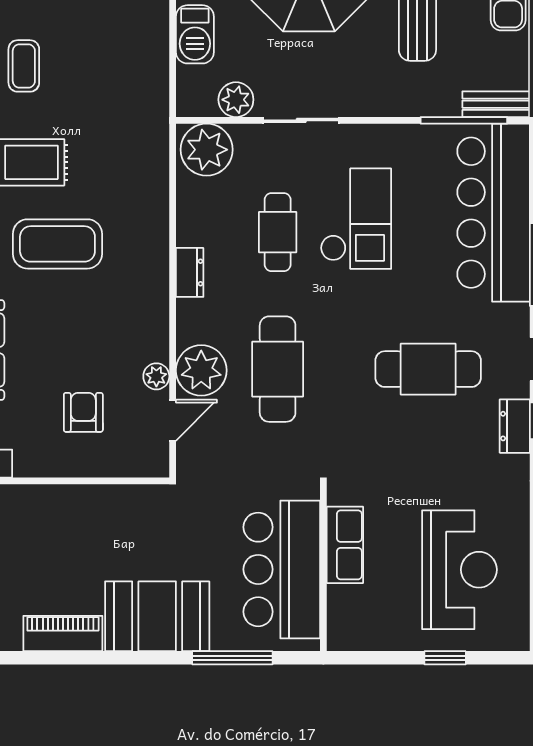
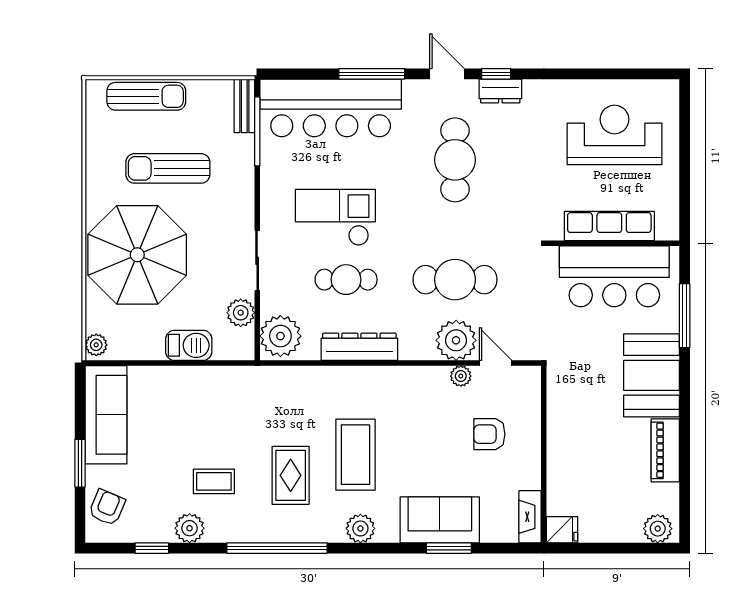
dresser: (190, 272) -> (359, 347), width x1.96, depth x1.24
row of seats: (345, 545) -> (609, 226), width x1.48
window: (445, 658) -> (685, 146), removed

